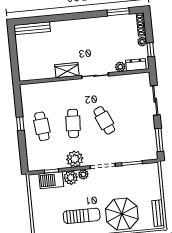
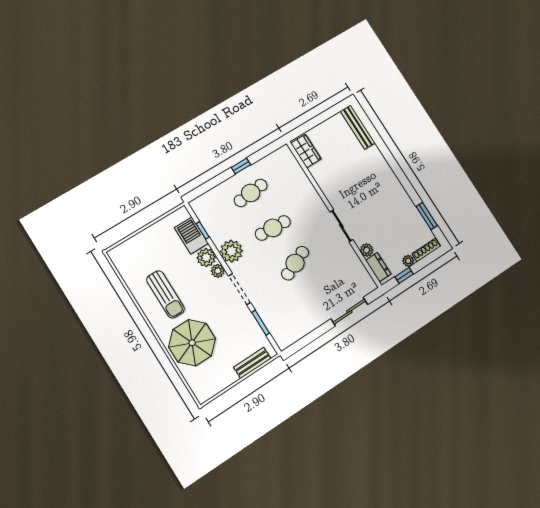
wardrobe: (67, 70) -> (306, 151), moved
window: (159, 140) -> (305, 341), removed
bench: (158, 213) -> (252, 363), moved

